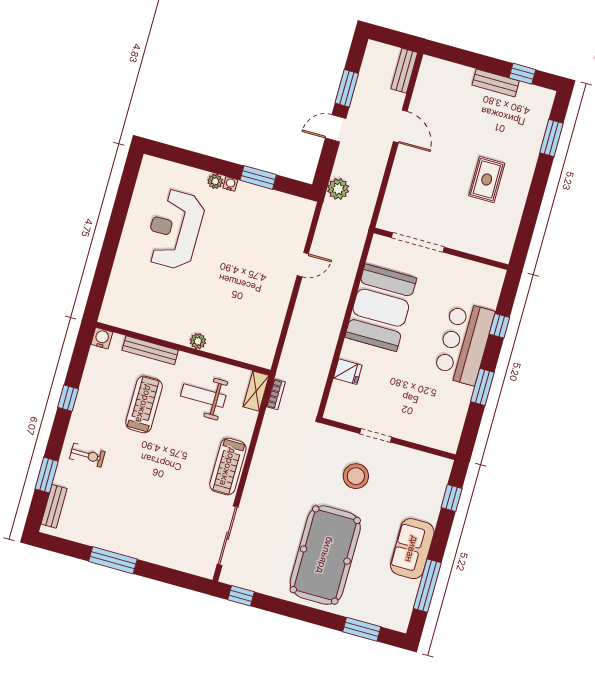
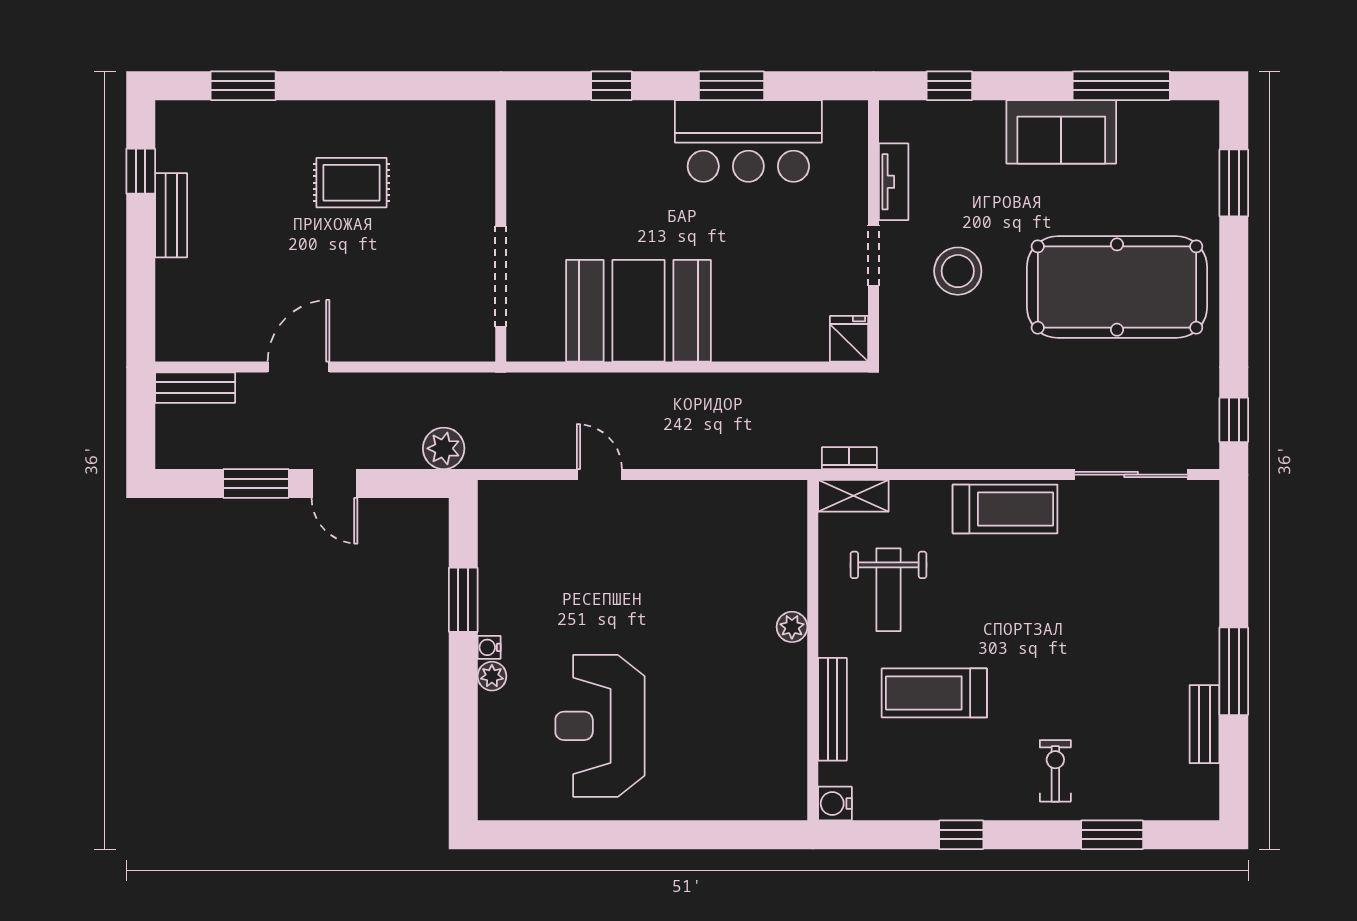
reception desk: (175, 229) -> (600, 726), turned 90
bar counter: (464, 343) -> (748, 141), moved
fridge: (348, 372) -> (849, 339), moved
tv unit: (410, 456) -> (894, 182), added
bench: (54, 506) -> (1205, 724), moved, turned 90

